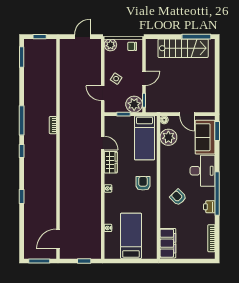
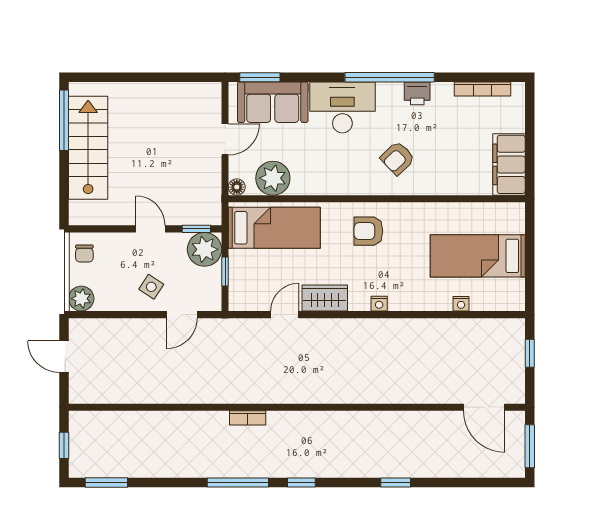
filing cabinet: (168, 243) -> (509, 164), moved, turned -90

